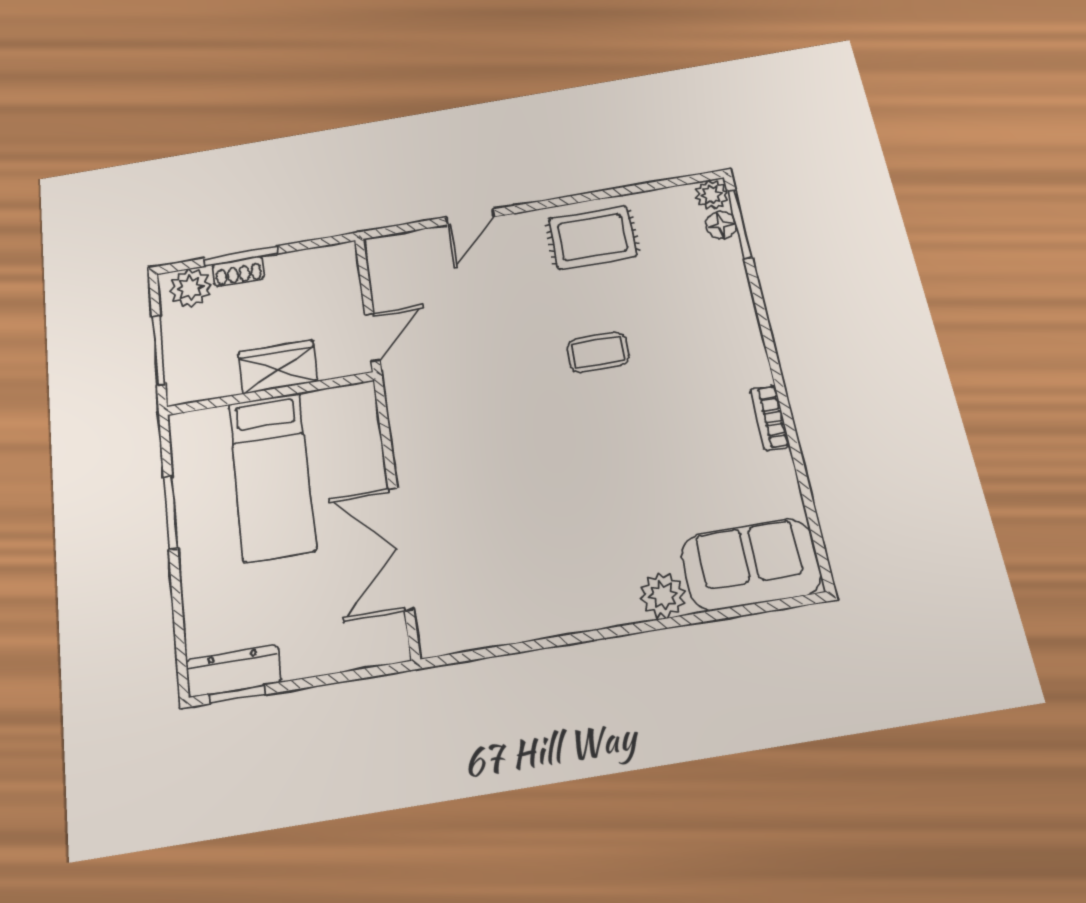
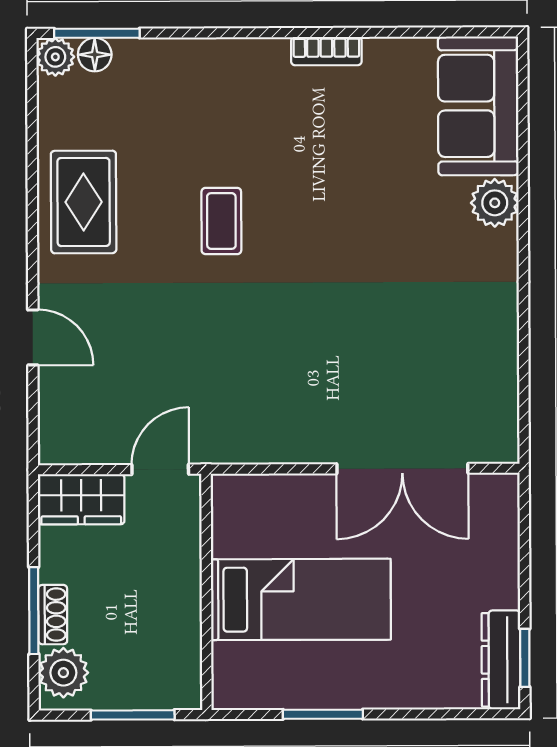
door: (372, 337) -> (160, 469), hinge flipped
wardrobe: (278, 367) -> (81, 499), moved, turned -90

